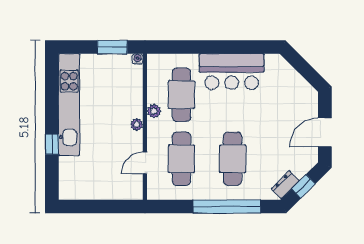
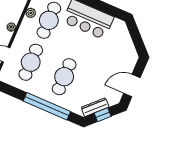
plant: (154, 111) -> (31, 13), moved
dresser: (285, 185) -> (95, 107), width x1.44

